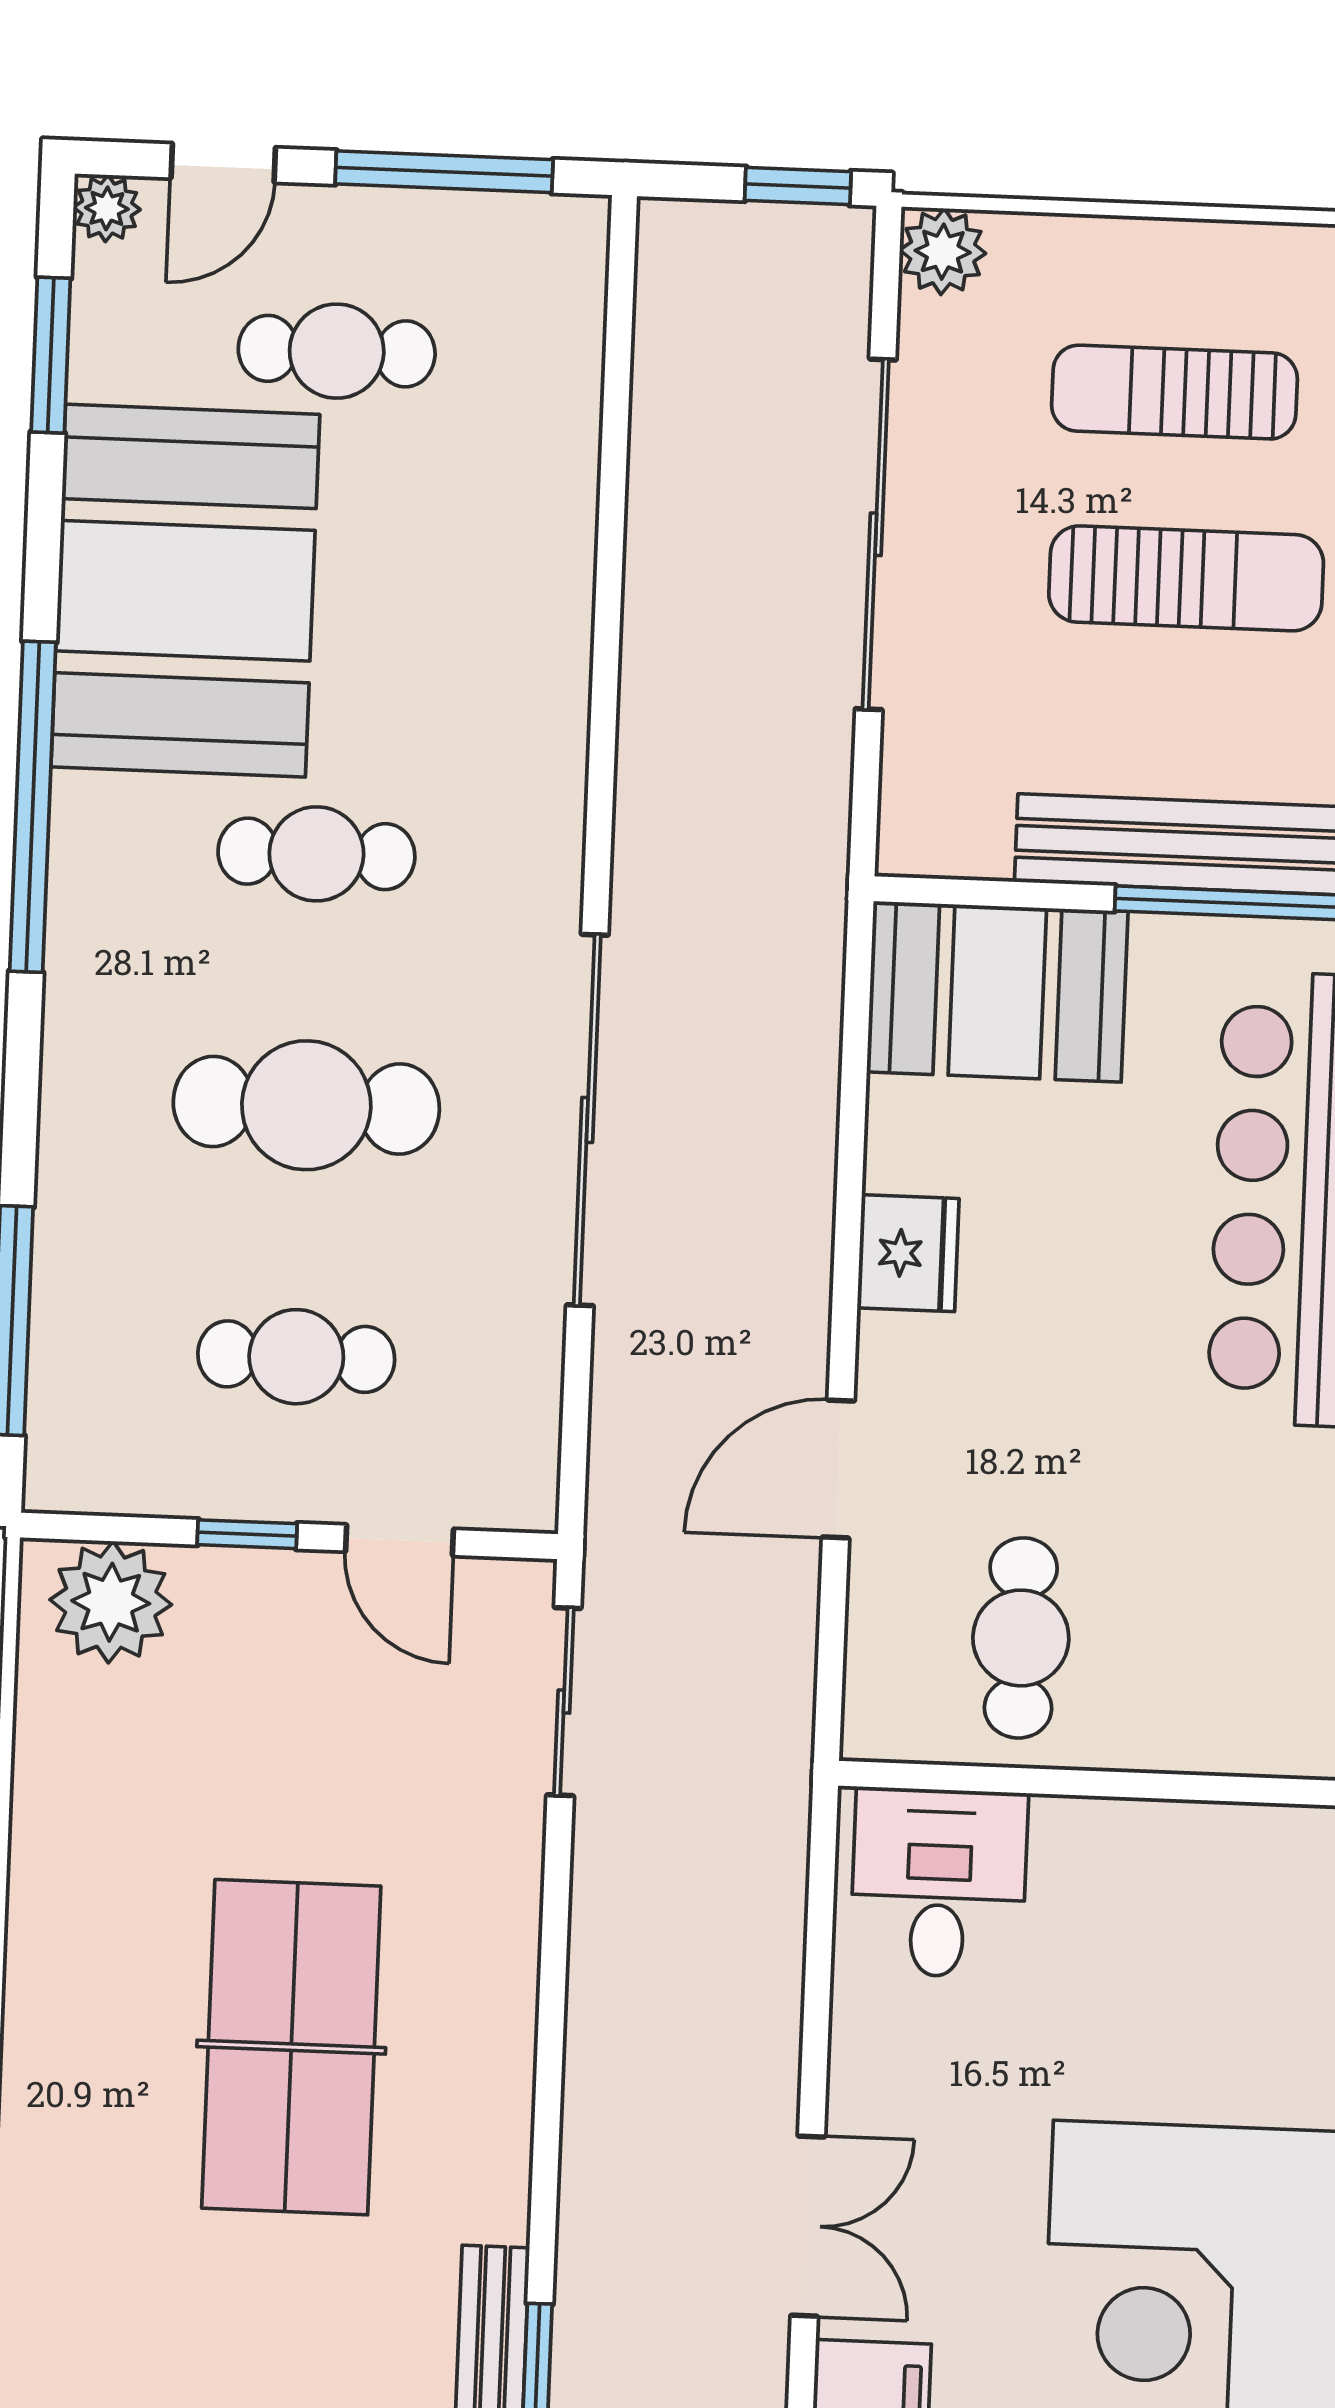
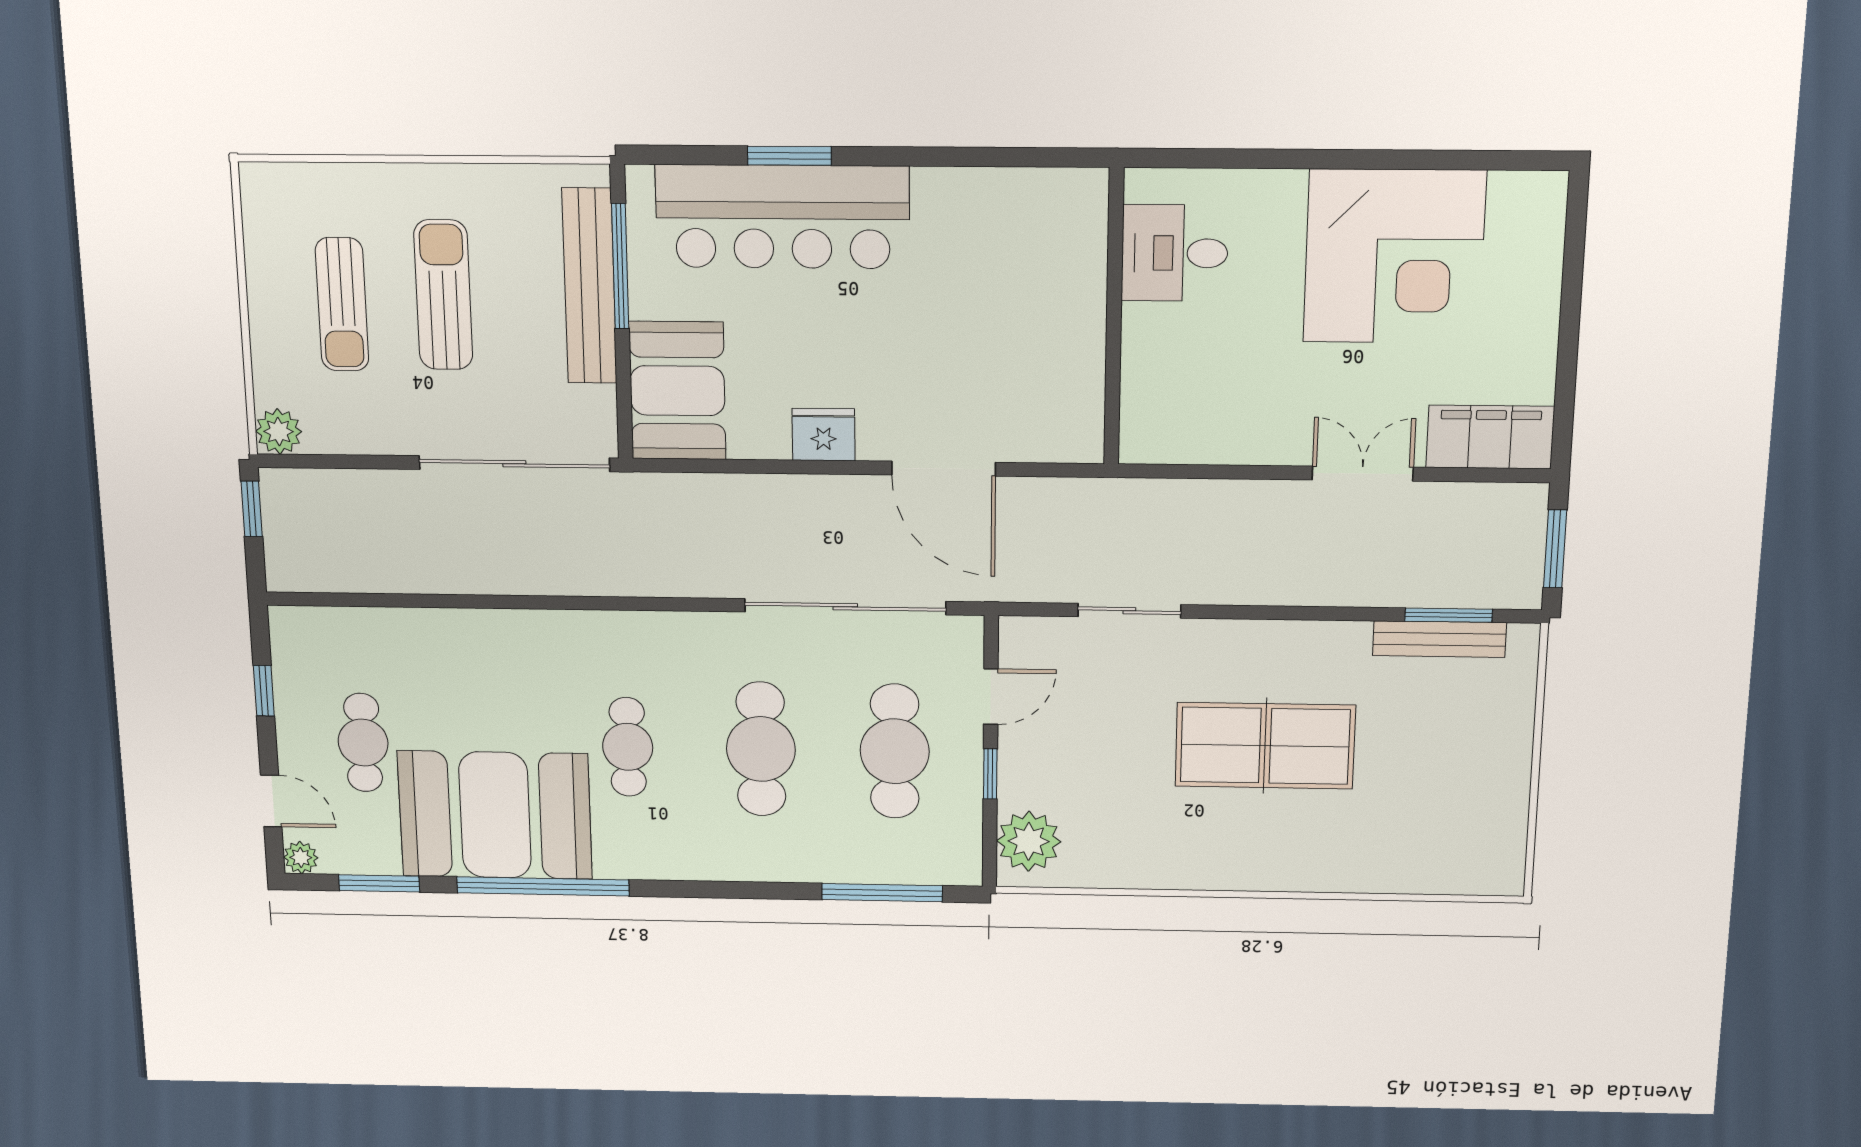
window: (444, 172) -> (264, 691), width x0.46
sliding door: (876, 534) -> (514, 464), moved
window: (33, 807) -> (543, 886), moved
sliding door: (587, 1120) -> (845, 607), moved
cafe table: (296, 1357) -> (895, 751), width x1.37, depth x1.35
door: (838, 1469) -> (944, 469), width x1.36
cafe table: (1021, 1638) -> (1034, 367), removed
sliding door: (564, 1702) -> (1129, 611), moved
desk: (939, 1883) -> (1175, 253), moved

